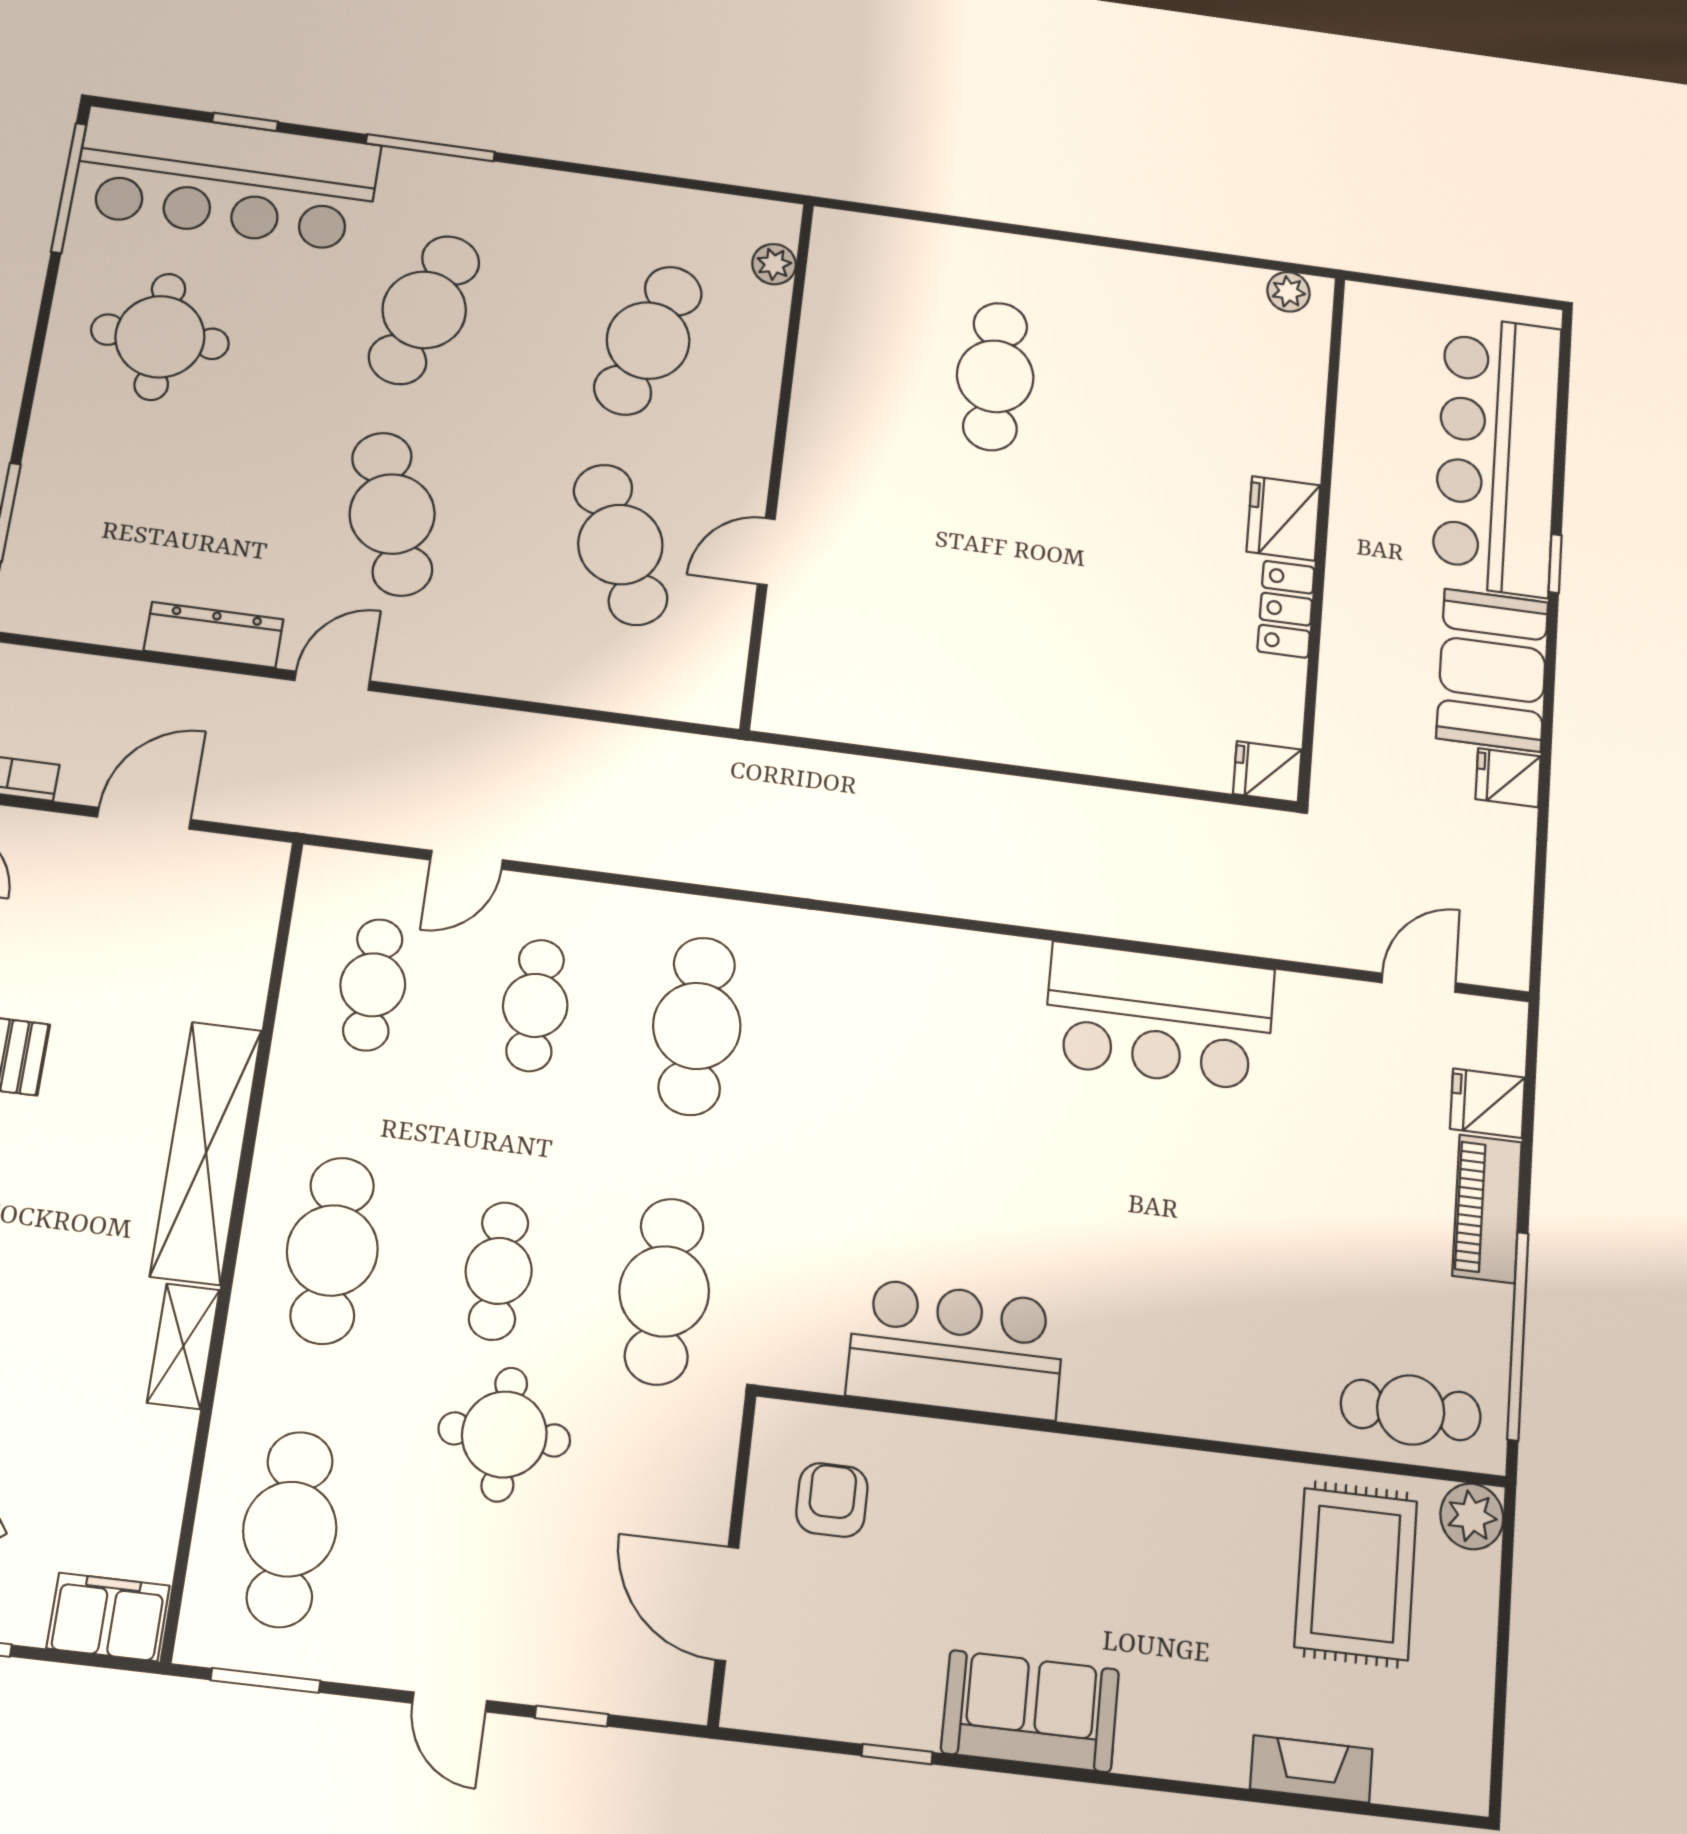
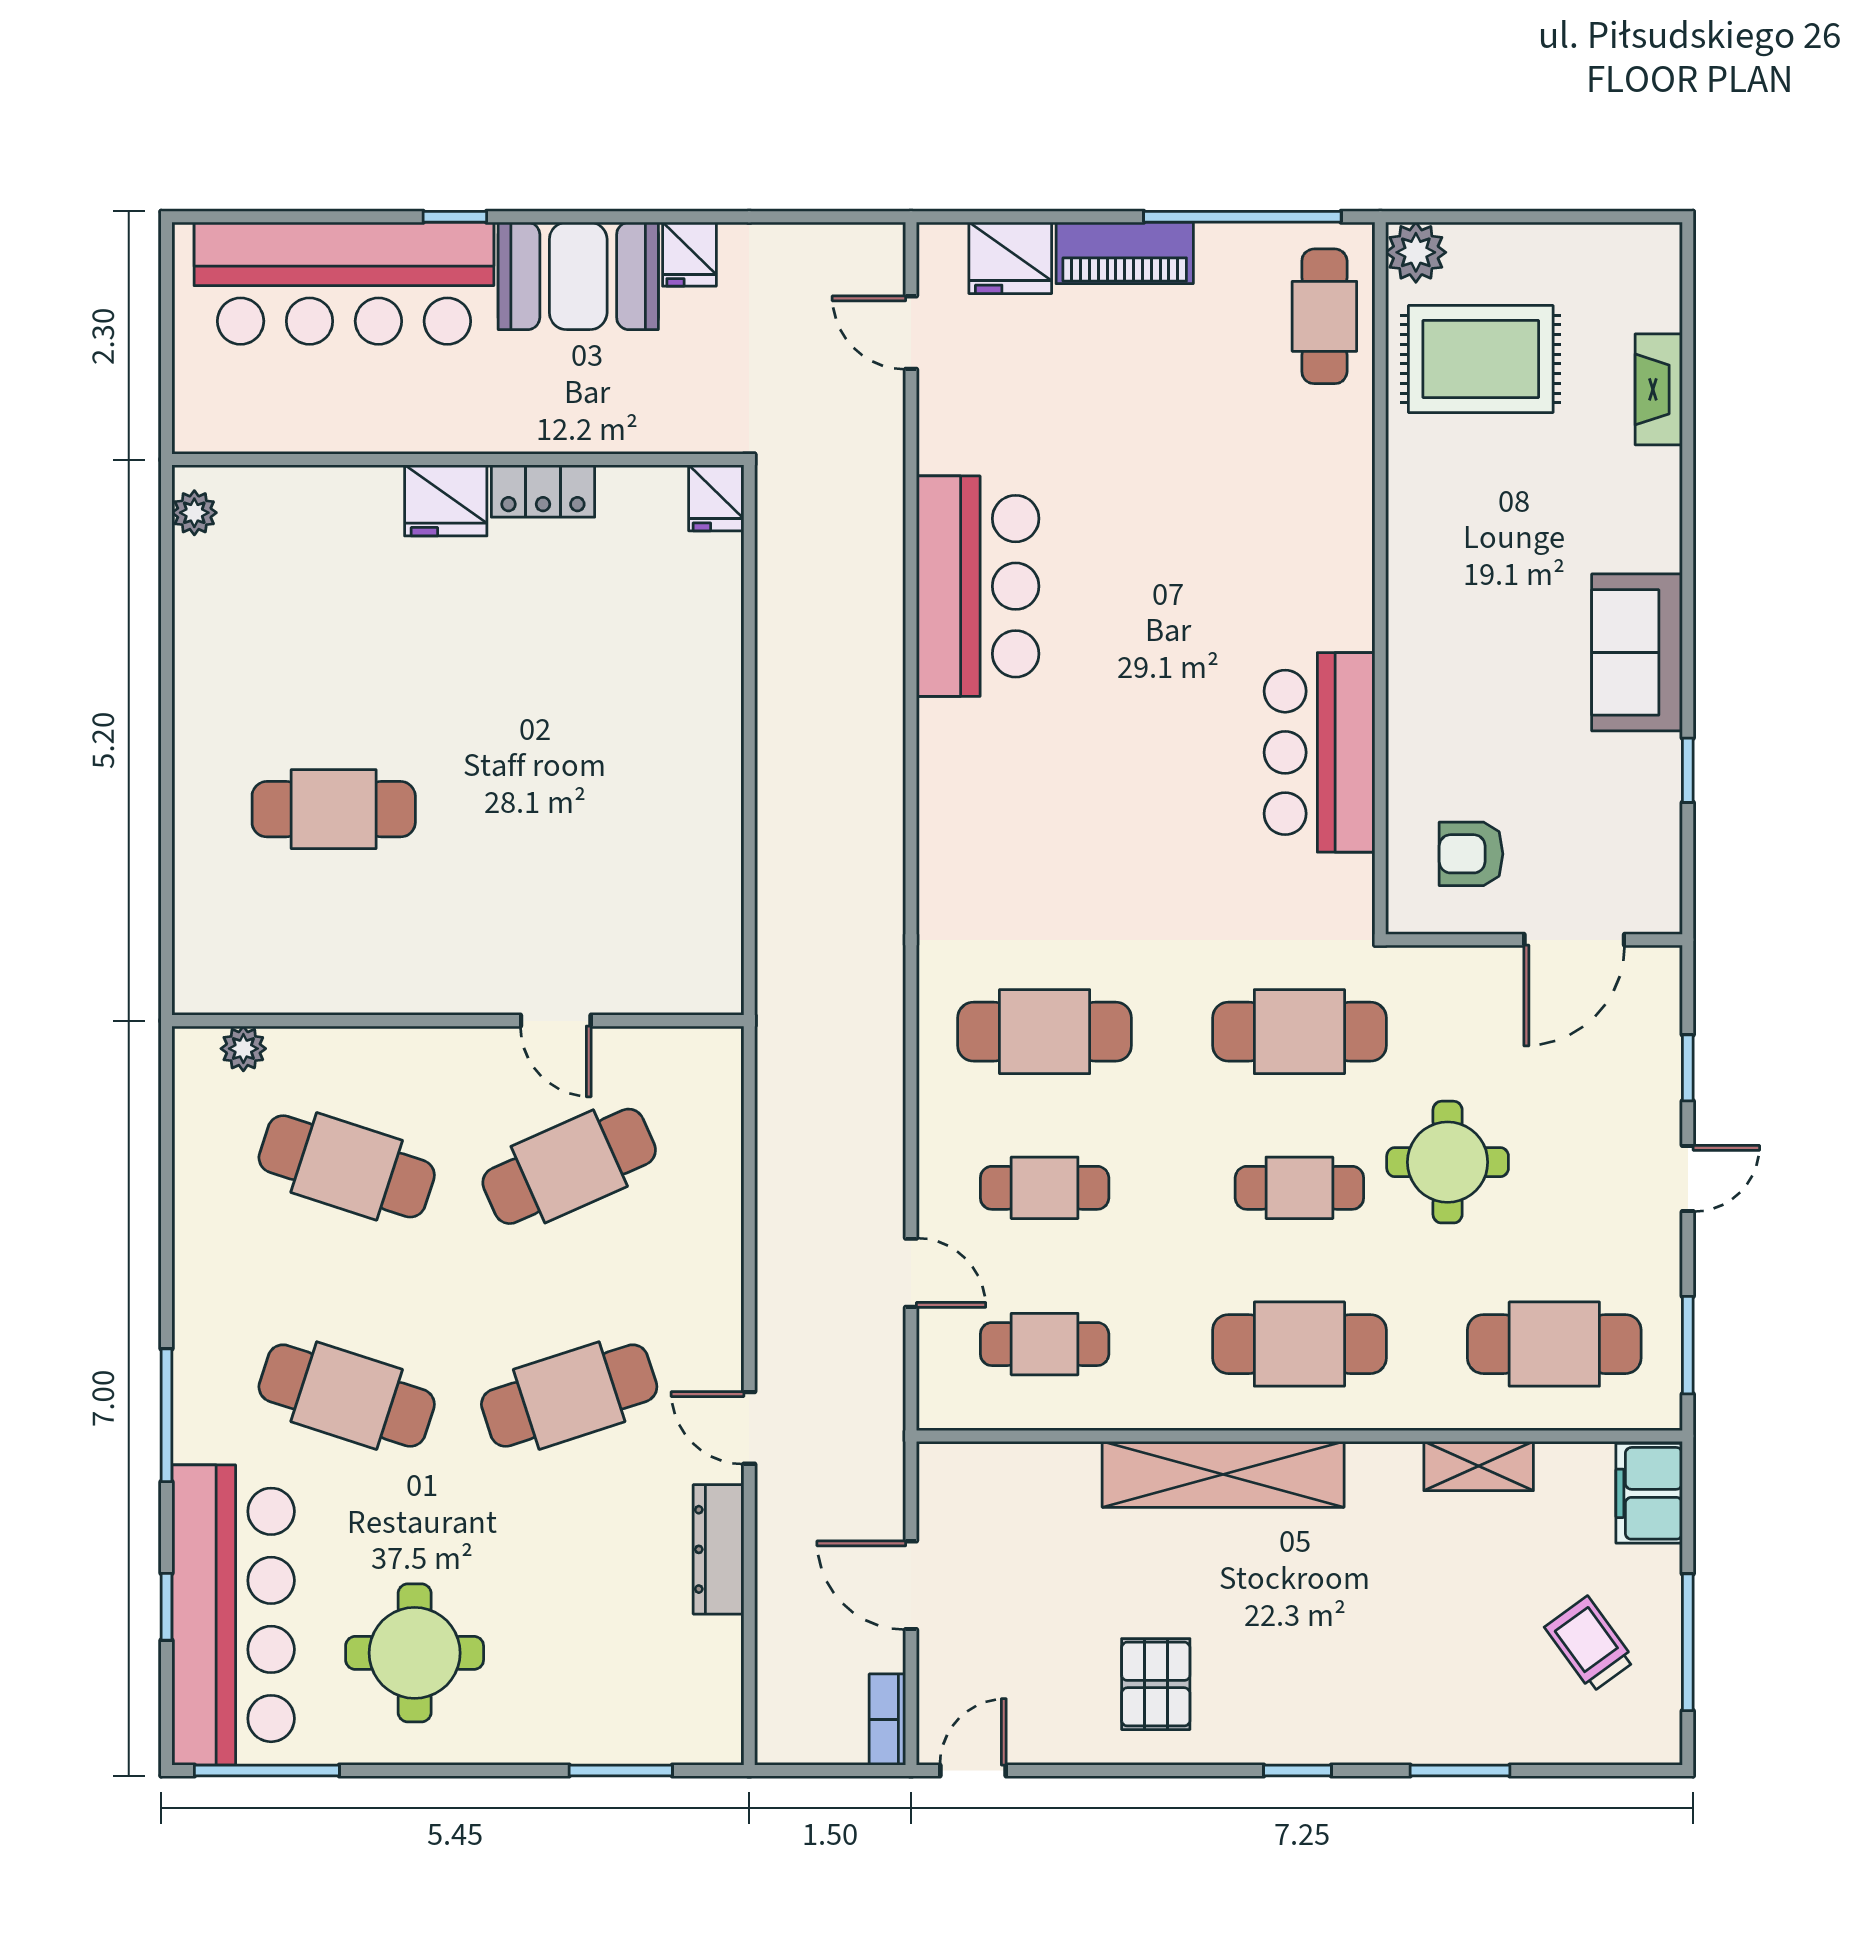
fridge: (1487, 1103) -> (1010, 258), width x1.38
shelving: (183, 1346) -> (1479, 1466), moved

